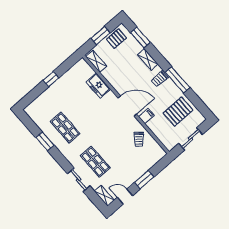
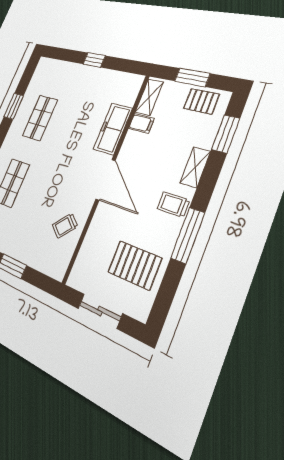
freezer: (98, 86) -> (113, 129), width x1.40
filing cabinet: (146, 116) -> (141, 123), moved

